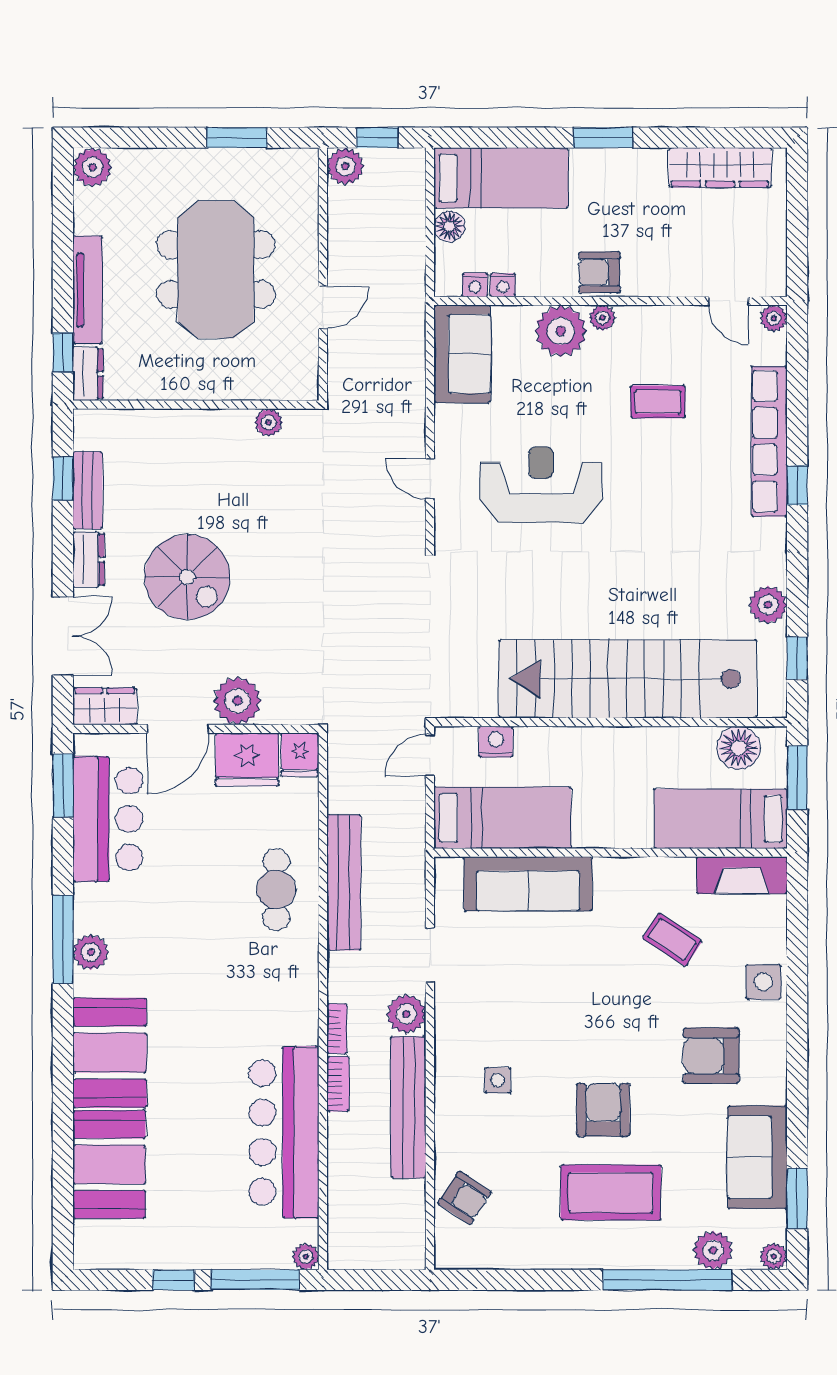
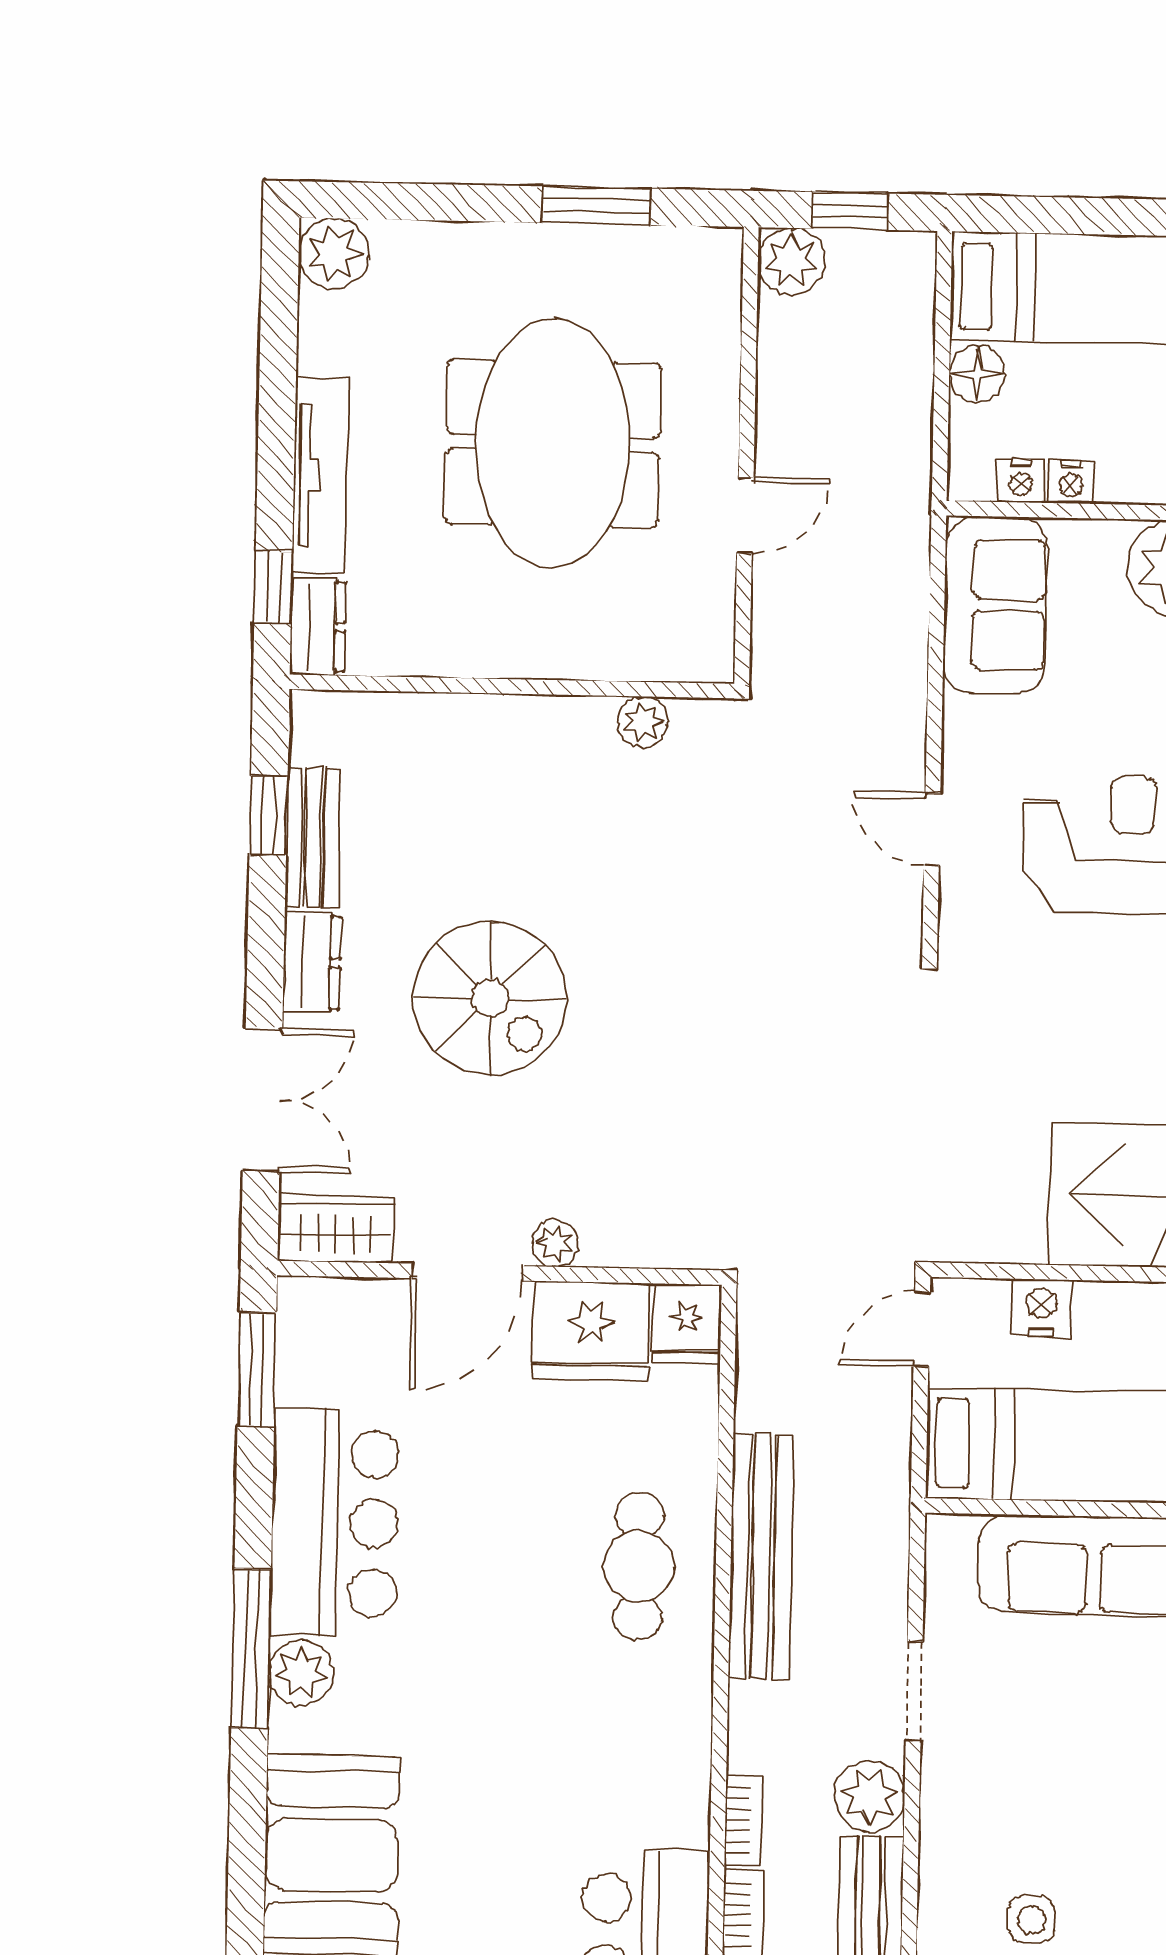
plant: (237, 701) -> (555, 1243), width x0.53, depth x0.53
bar counter: (108, 819) -> (335, 1523), moved

